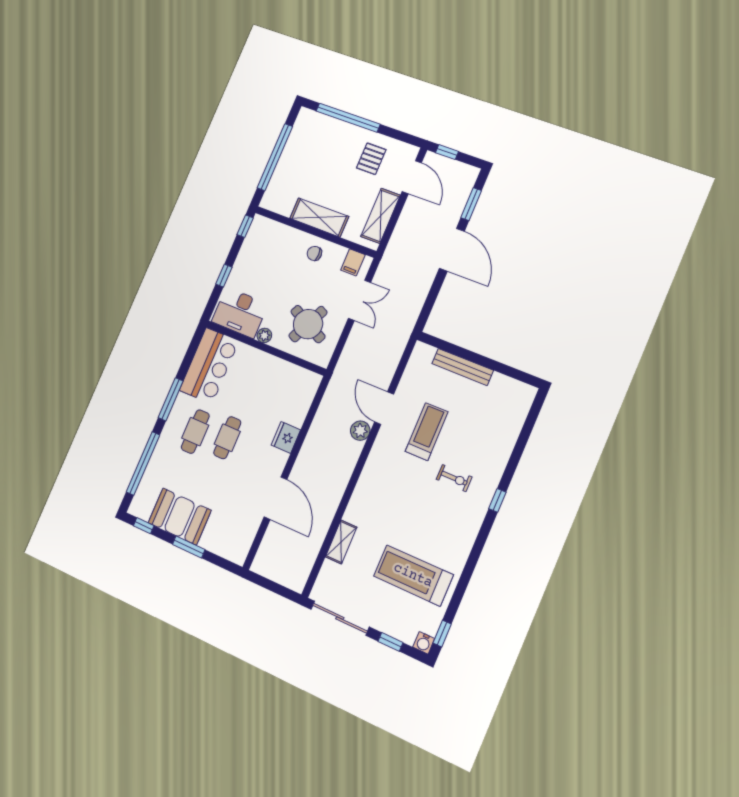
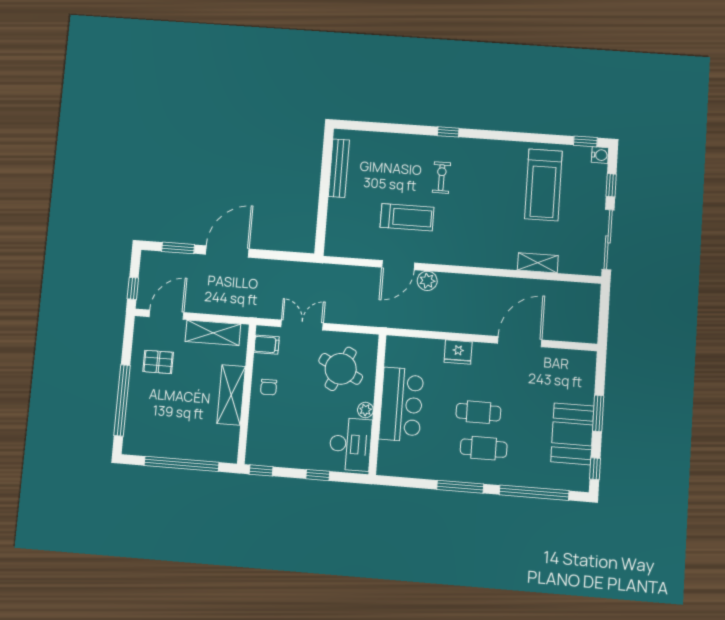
bar counter: (209, 366) -> (401, 404), moved, turned 90
bench: (463, 367) -> (339, 168), moved
treadmill: (427, 432) -> (407, 217), turned 180

